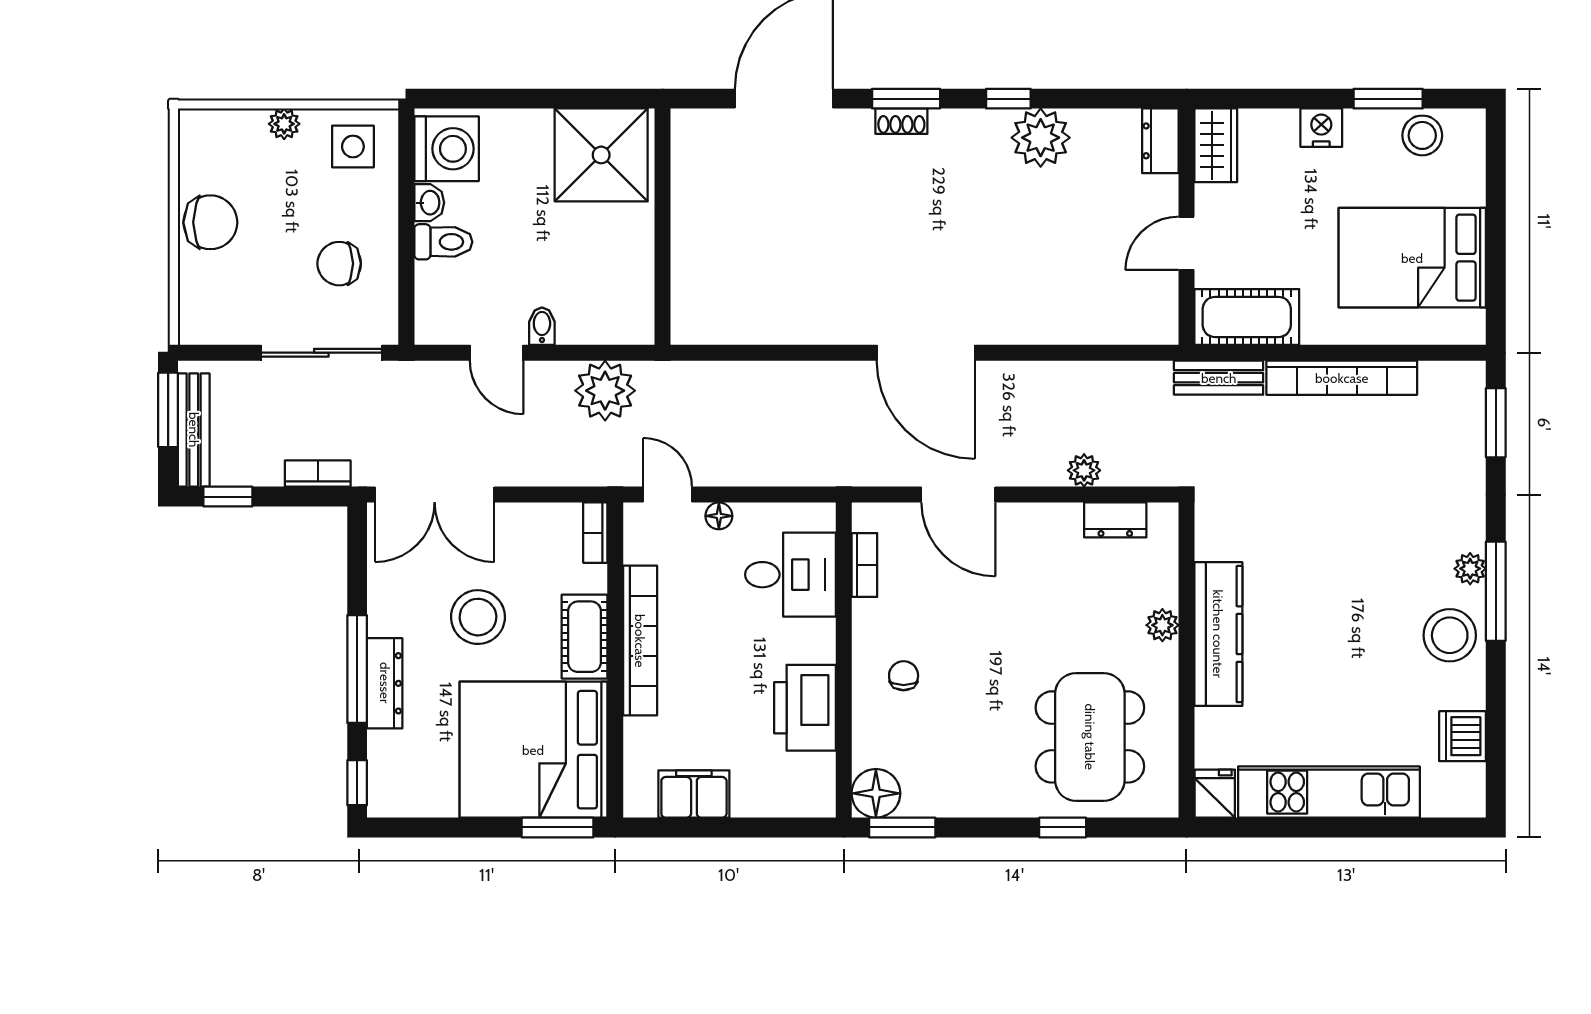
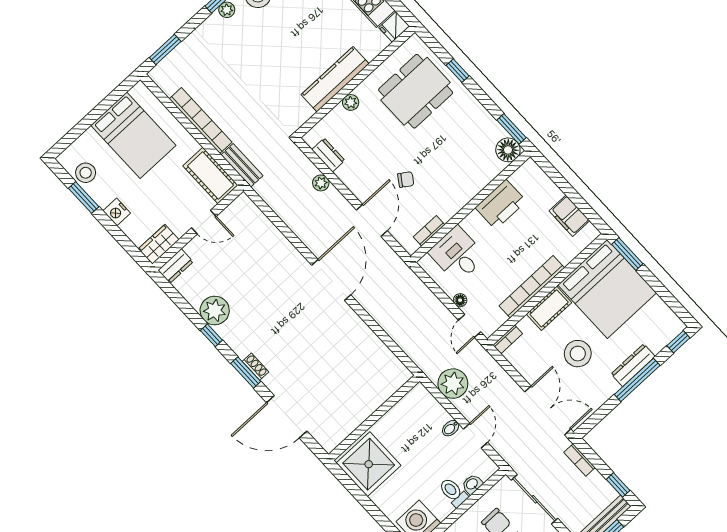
washbasin: (429, 203) -> (472, 484), moved
chair: (904, 676) -> (406, 180), moved, turned -146

